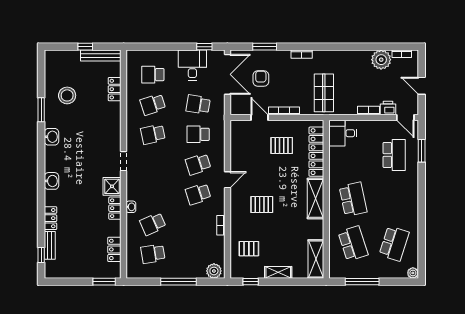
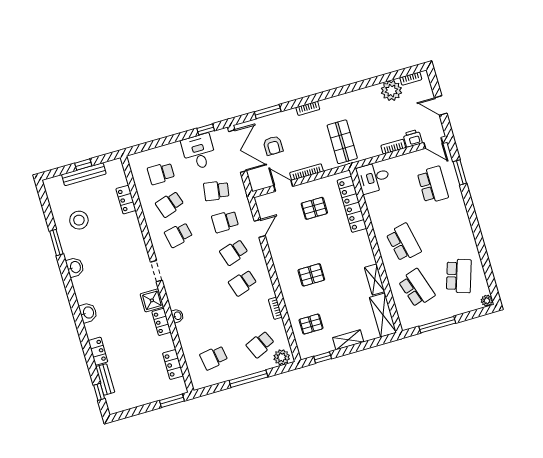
bench: (101, 56) -> (84, 174), moved
armchair: (261, 78) -> (273, 146), turned 180
door: (227, 180) -> (260, 228), moved
shelving: (315, 198) -> (375, 279), moved, width x0.67, depth x0.75
school desk: (153, 224) -> (260, 344), moved

